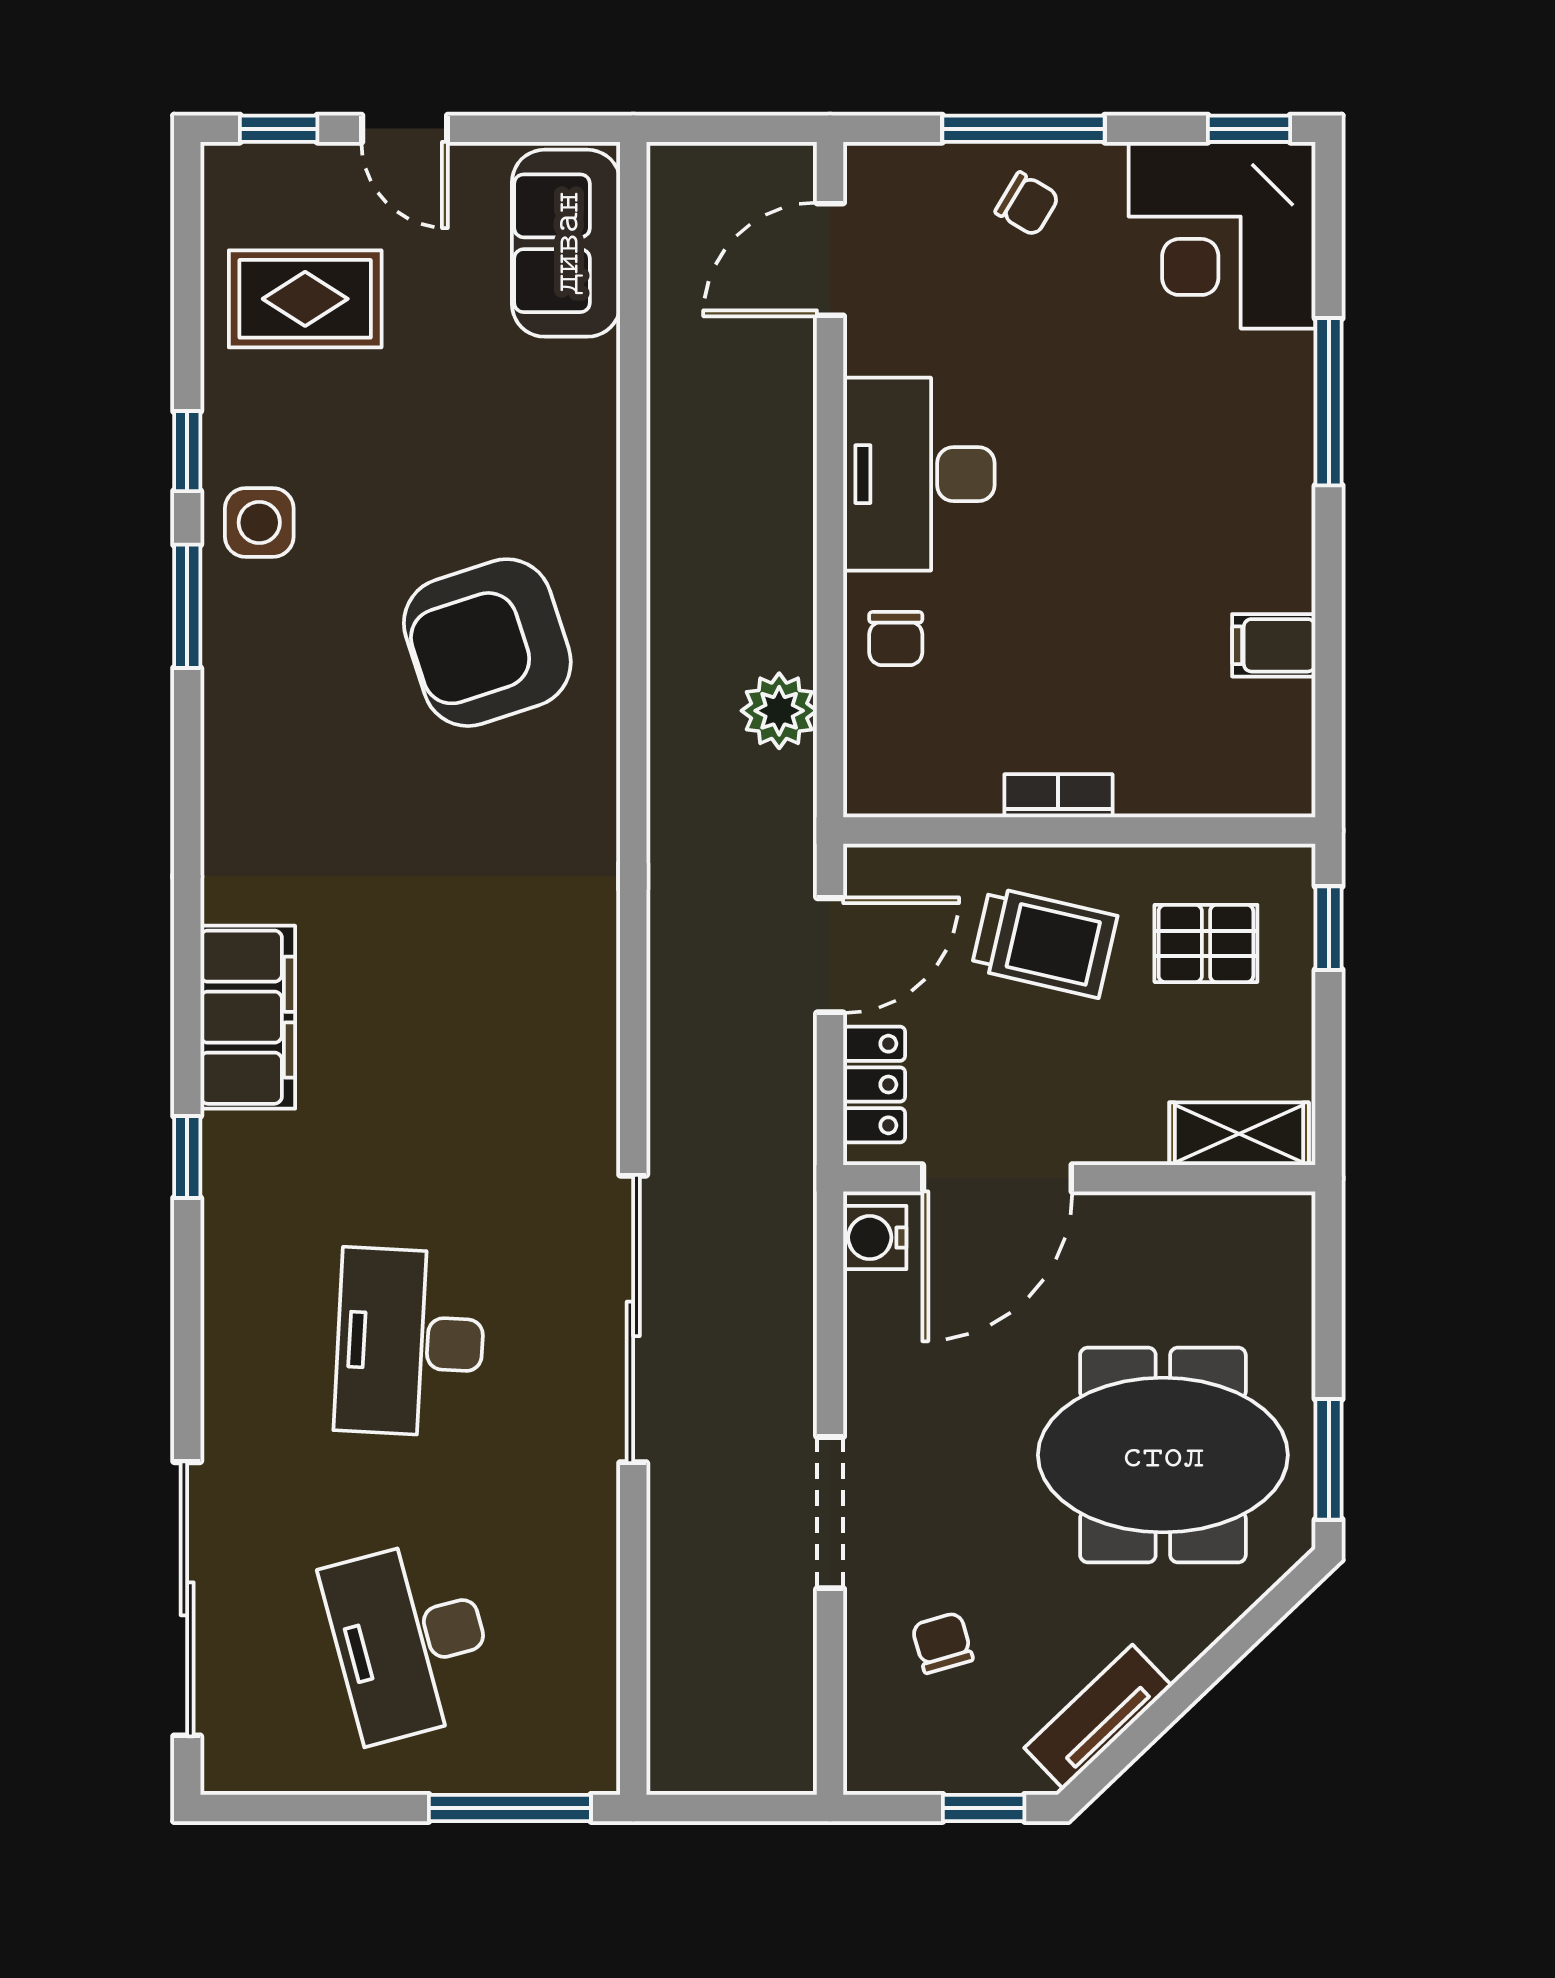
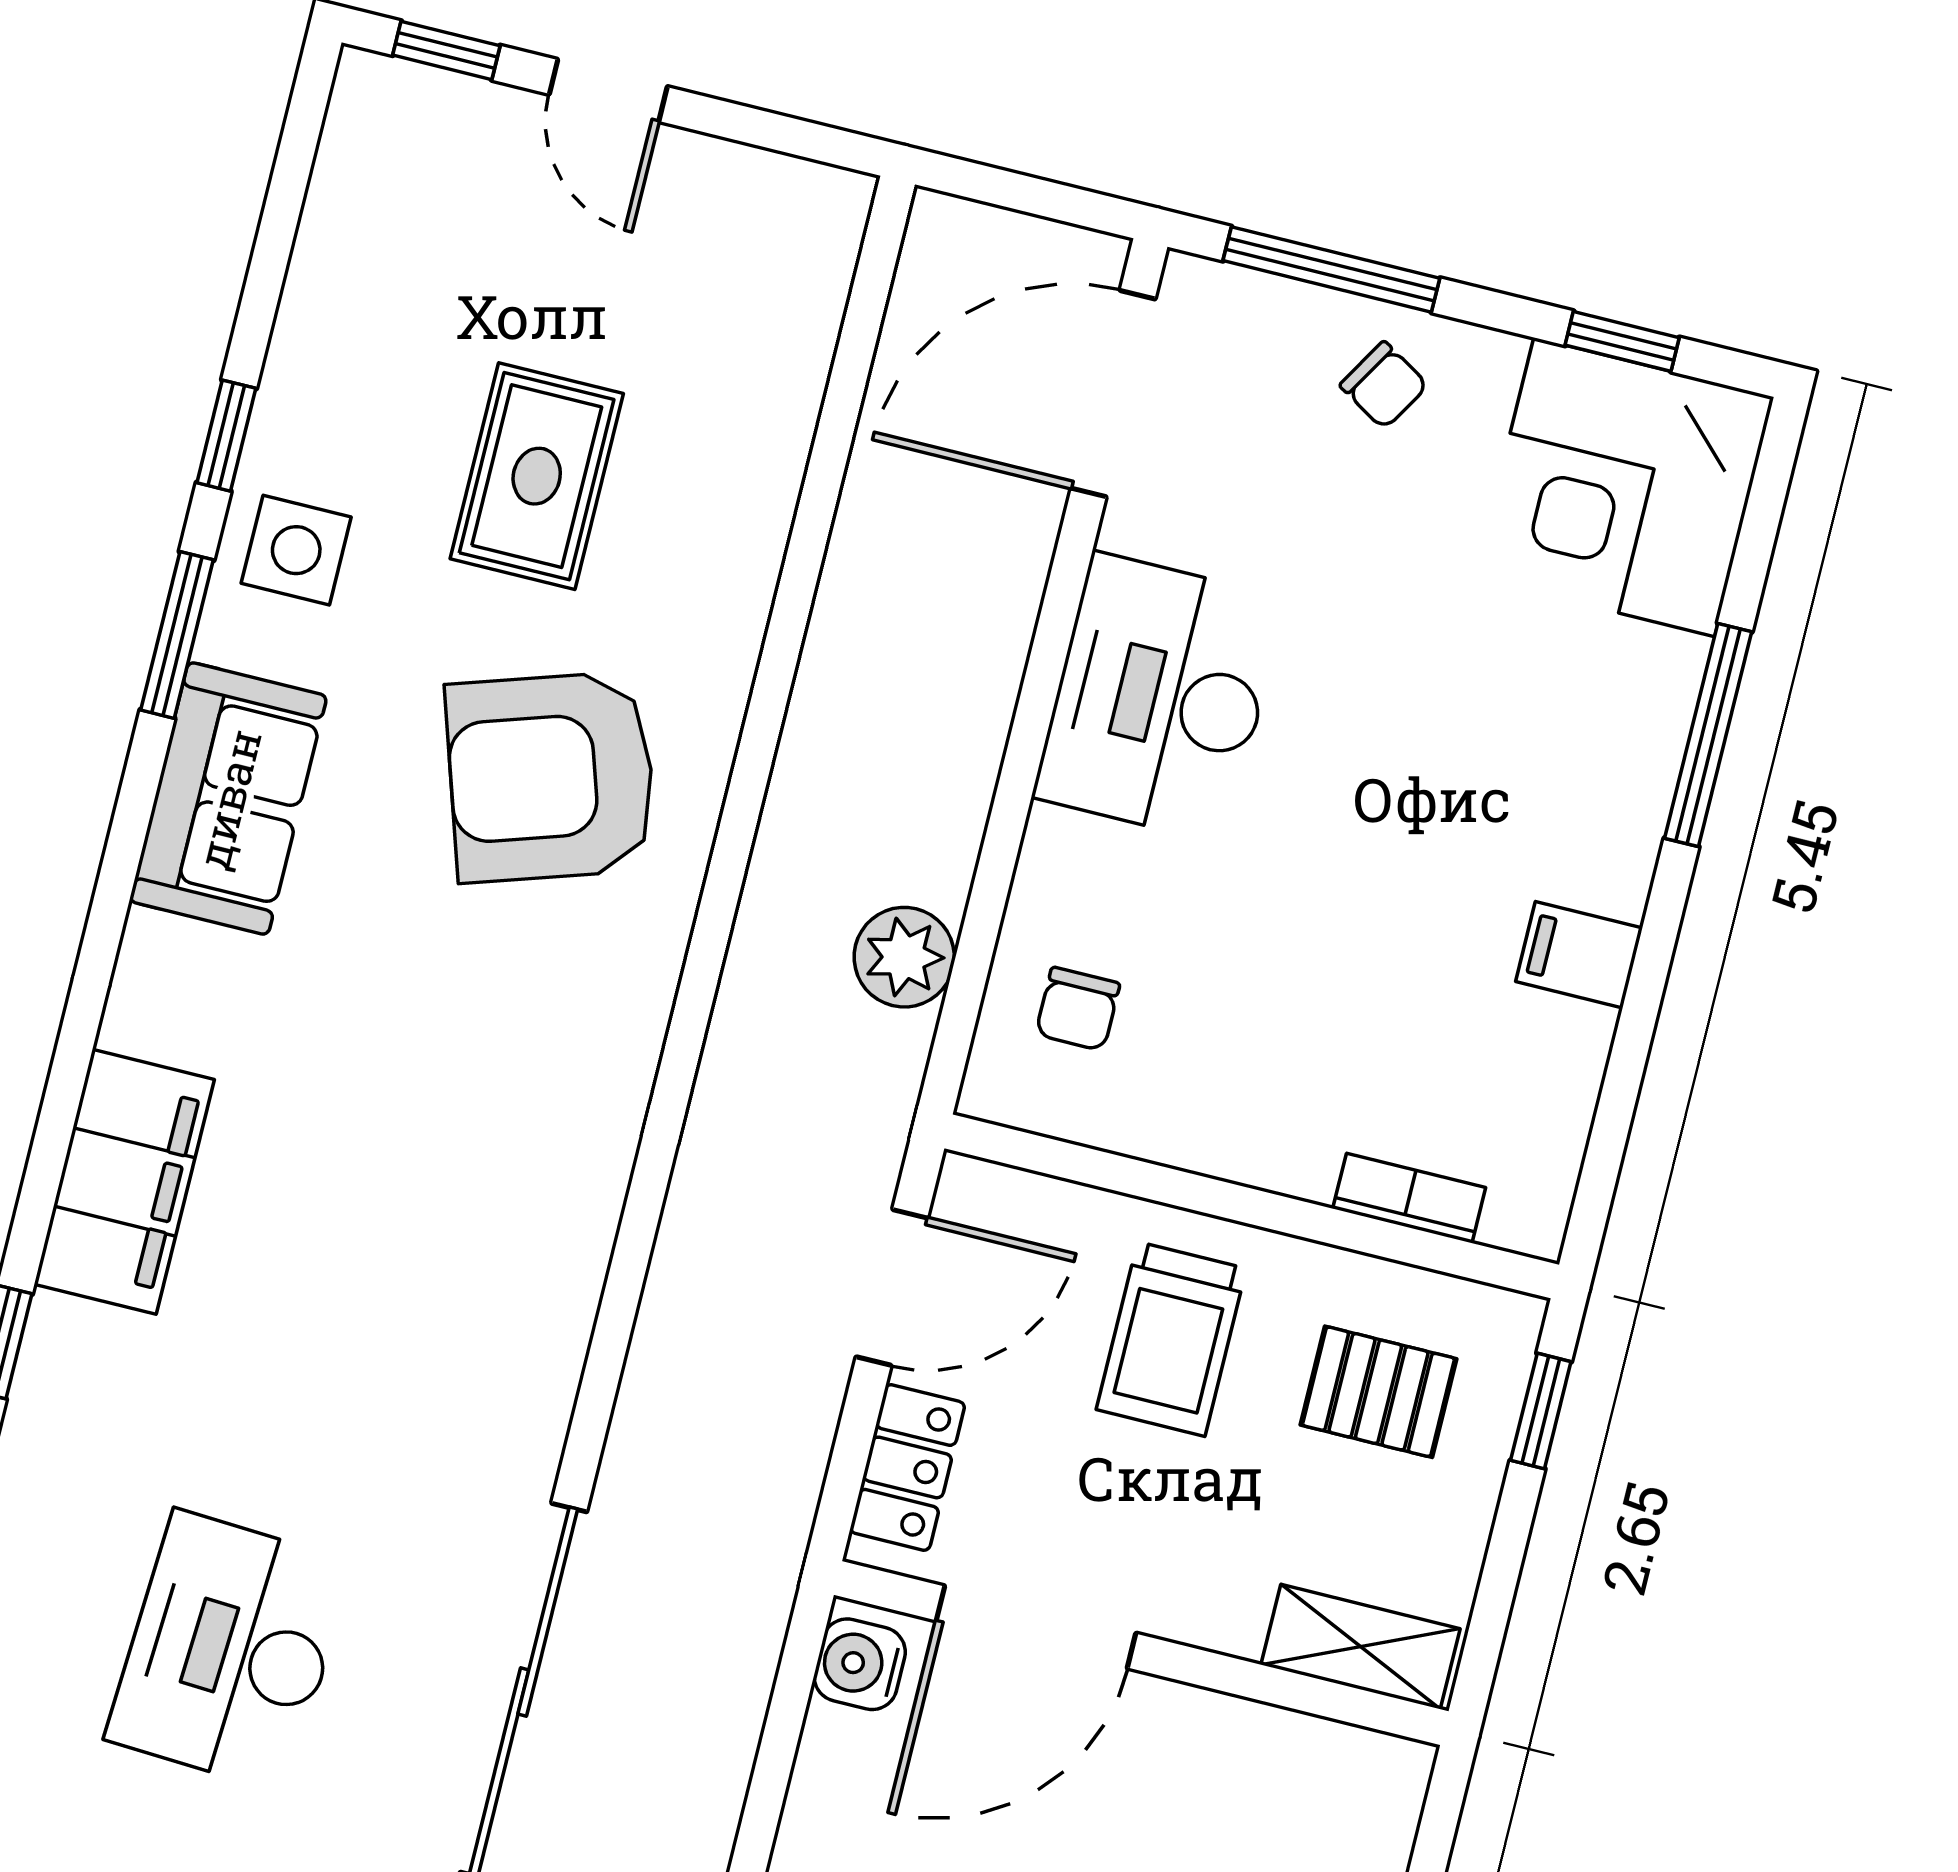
window: (1024, 129) -> (1331, 269), moved
window: (1249, 129) -> (1622, 341), moved
sofa: (566, 243) -> (228, 799), moved, turned 180
door: (830, 259) -> (1113, 394), width x1.36
rug: (305, 299) -> (537, 476), moved, turned 90
chair: (896, 639) -> (1078, 1009), moved
filing cabinet: (1274, 645) -> (1579, 955), moved
bookcase: (1058, 796) -> (1409, 1198), moved
trolley: (1044, 942) -> (1171, 1339), turned 77

